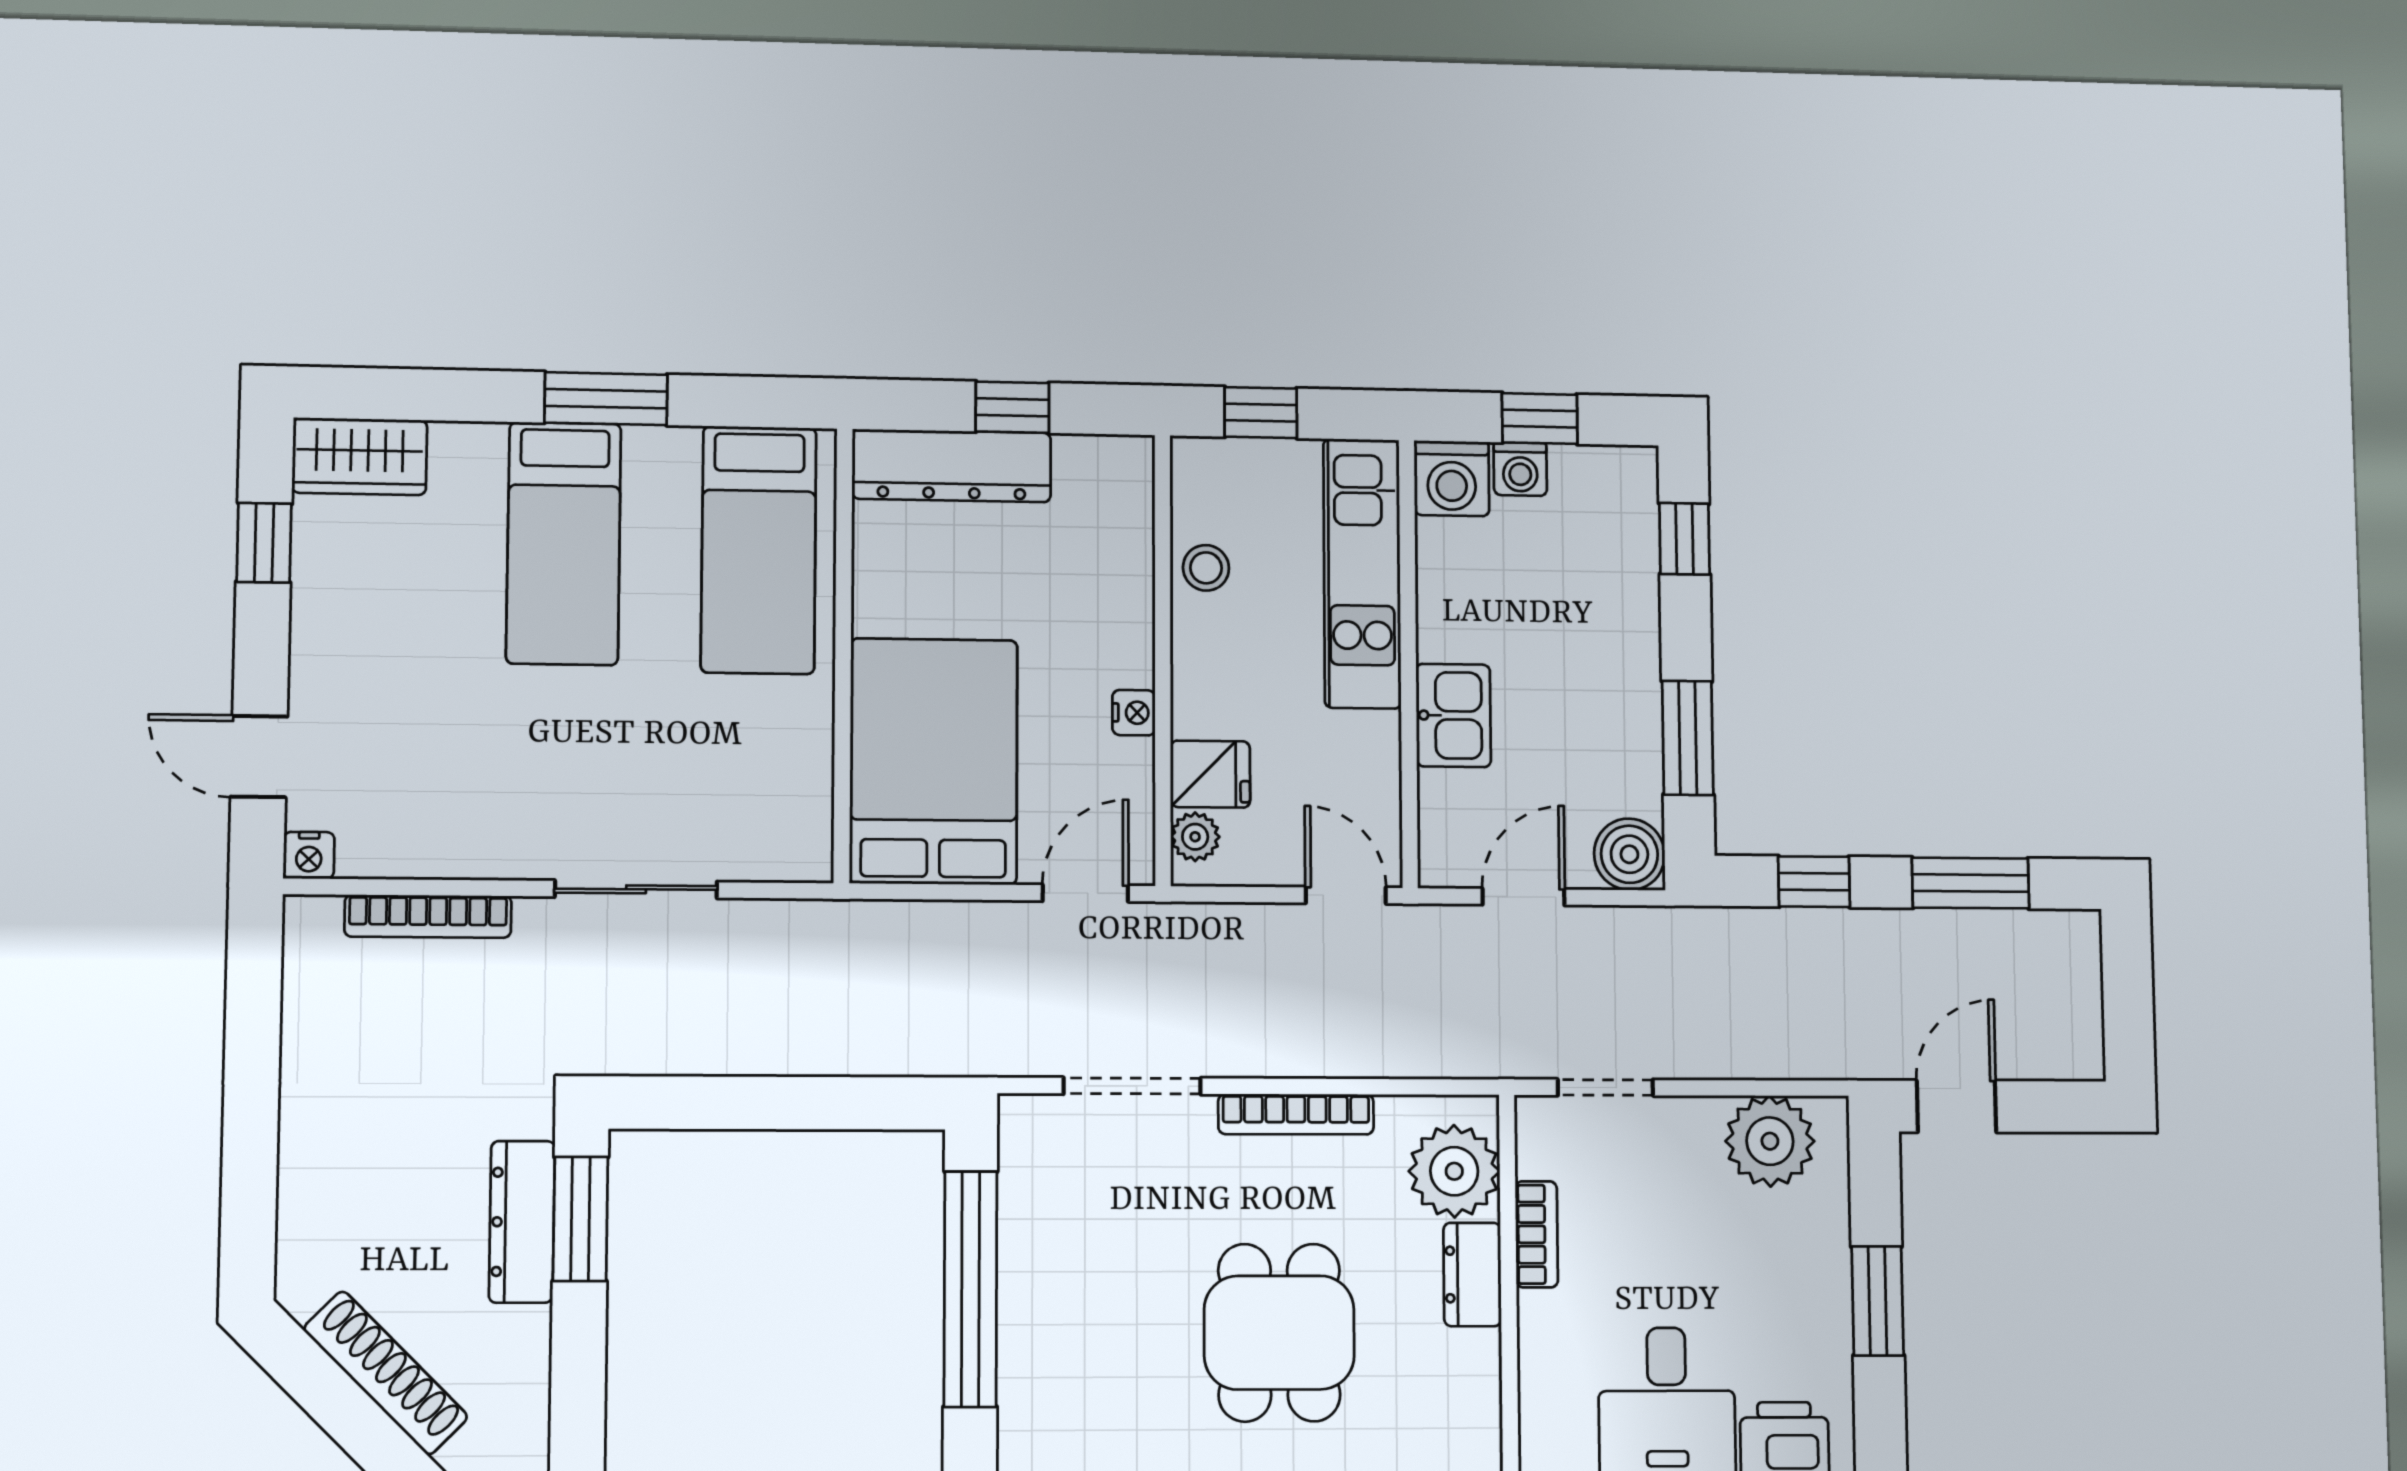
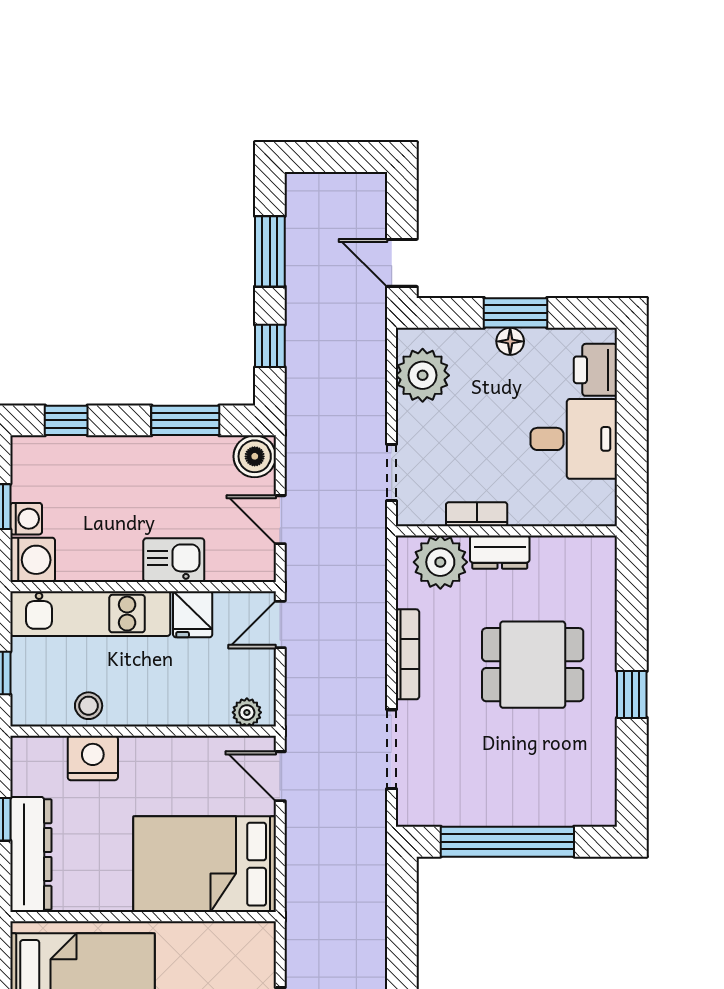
nightstand: (1134, 713) -> (93, 758), moved, width x1.89, depth x1.79
fridge: (1210, 774) -> (193, 614), moved, turned 180
floor lamp: (1830, 1292) -> (510, 341), added

